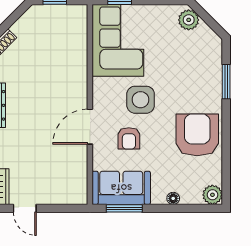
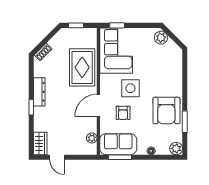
rug: (64, 67) -> (82, 67), added
window: (226, 82) -> (185, 122), moved
armchair: (197, 135) -> (166, 111), turned 180
plant: (80, 178) -> (92, 138), added

